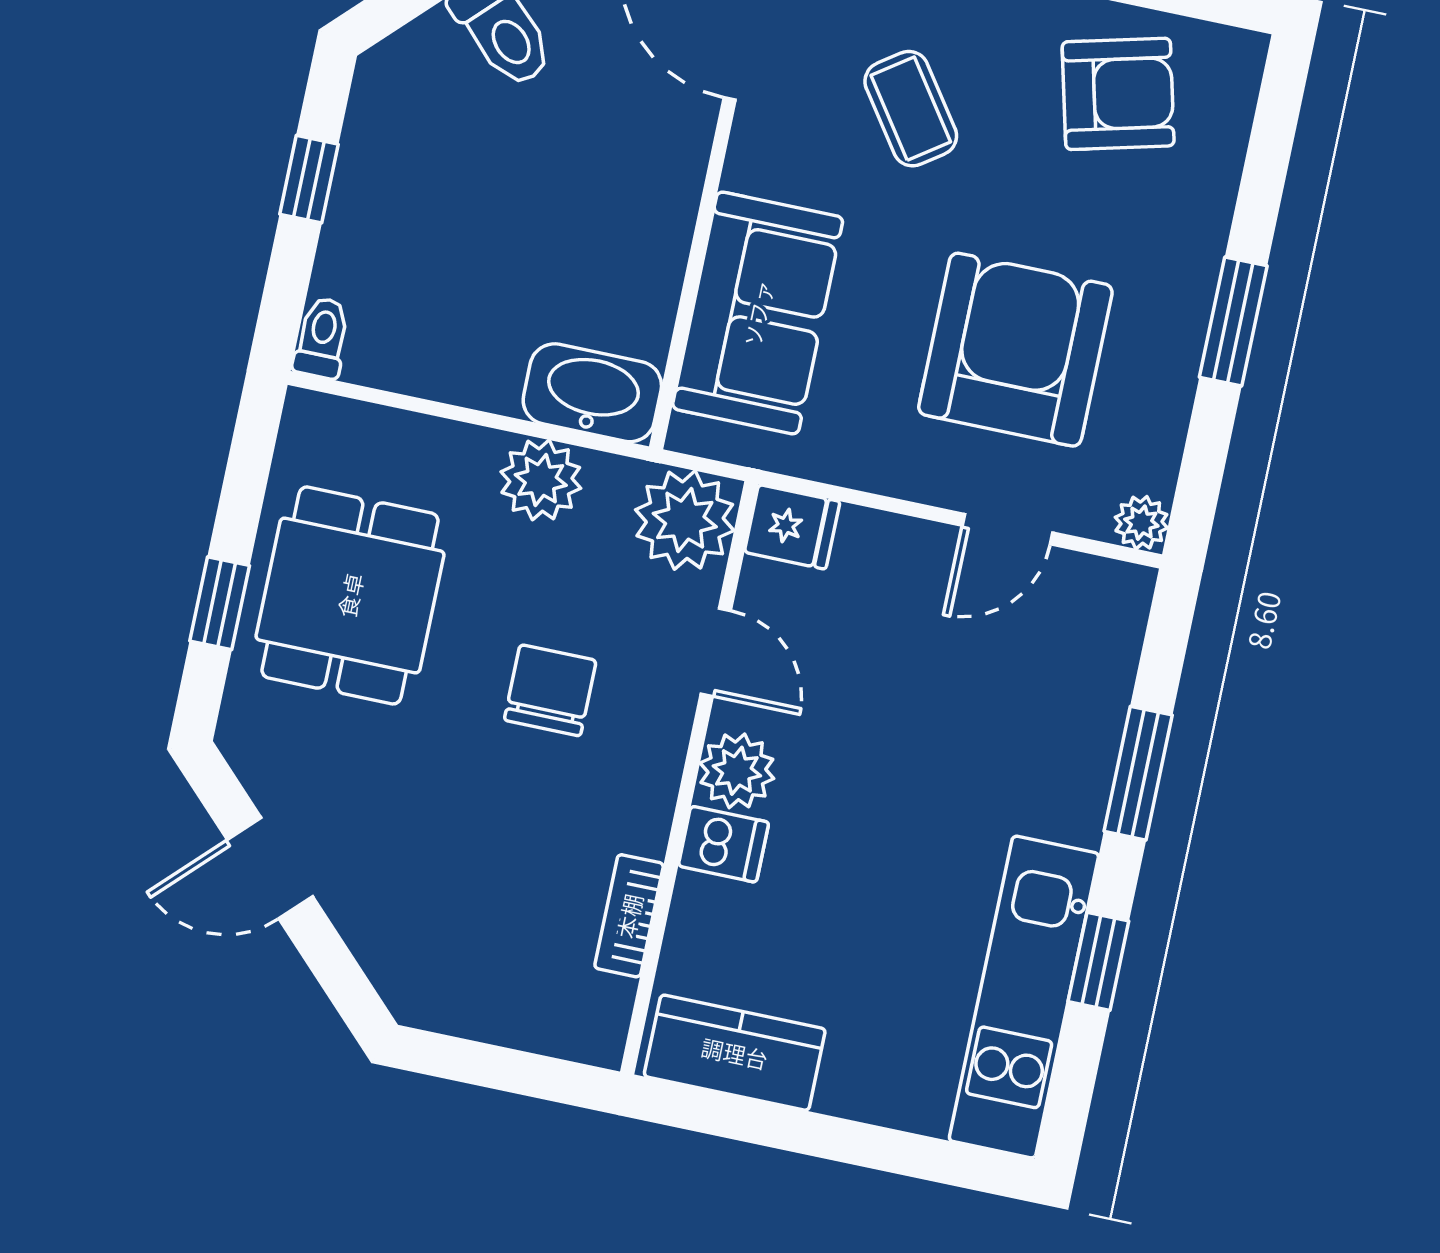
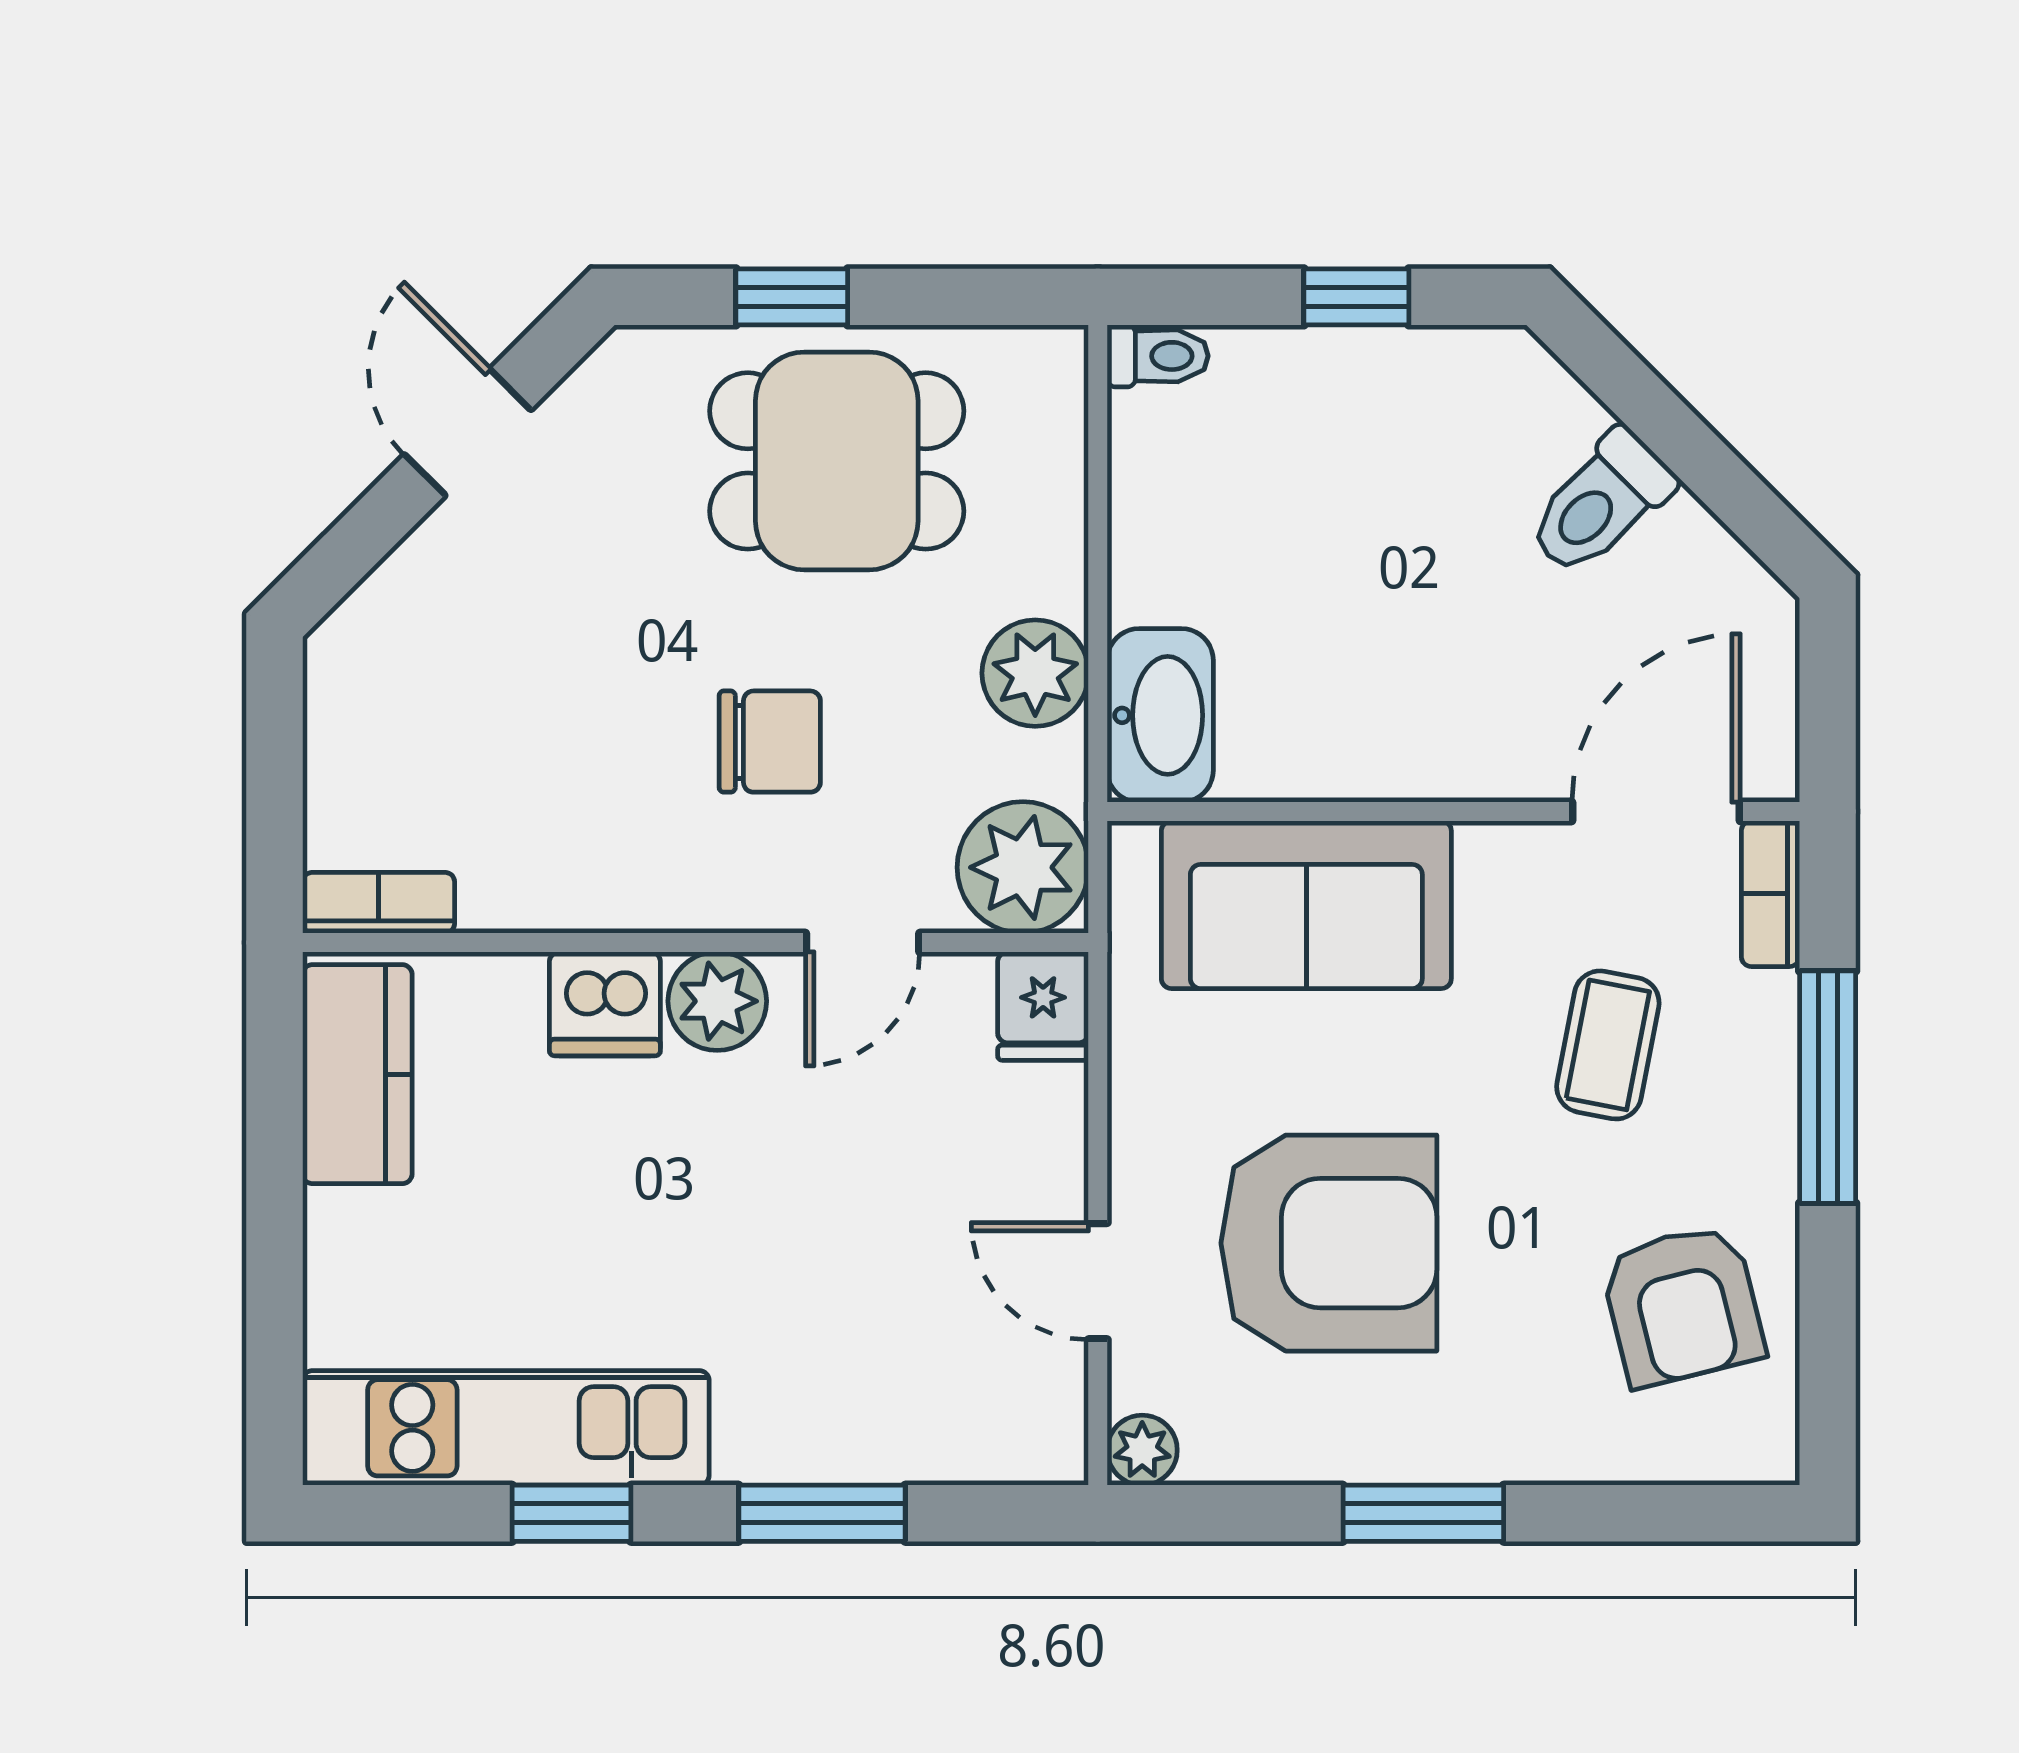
coffee table: (911, 109) -> (1608, 1045), turned -44
dishwasher: (723, 844) -> (605, 1004), width x1.38
bookcase: (629, 916) -> (379, 903), moved

